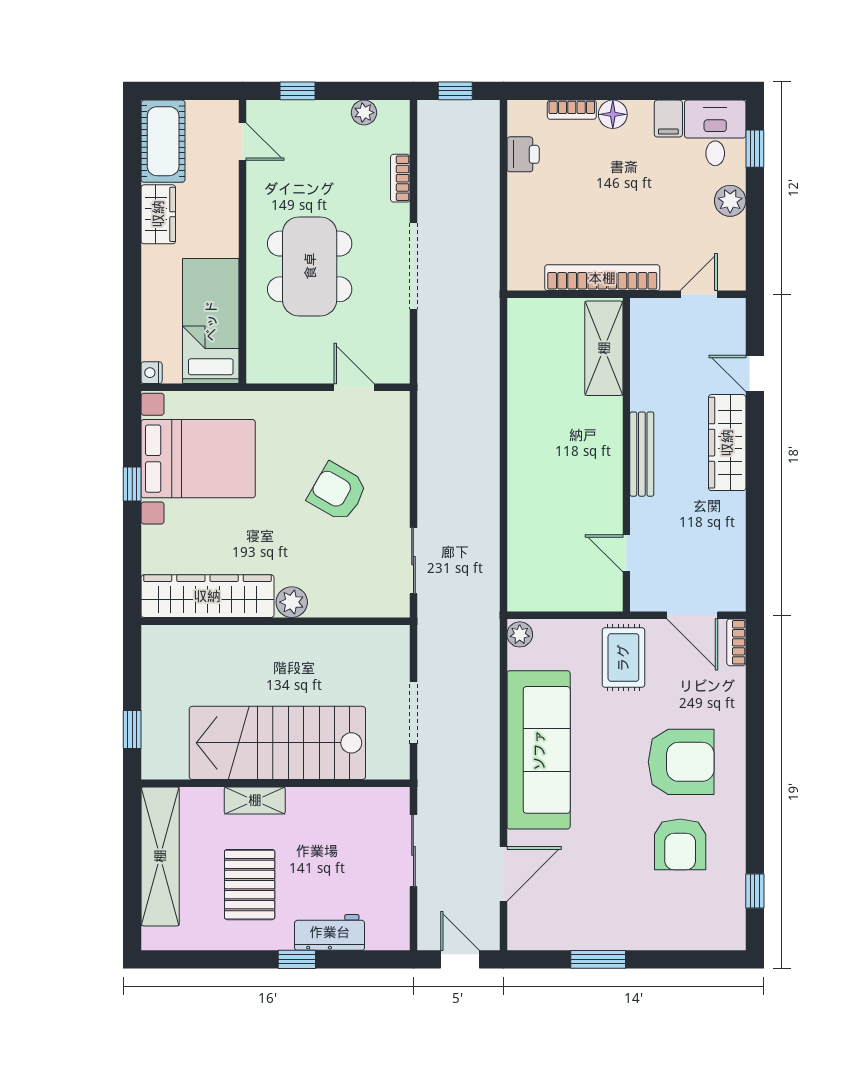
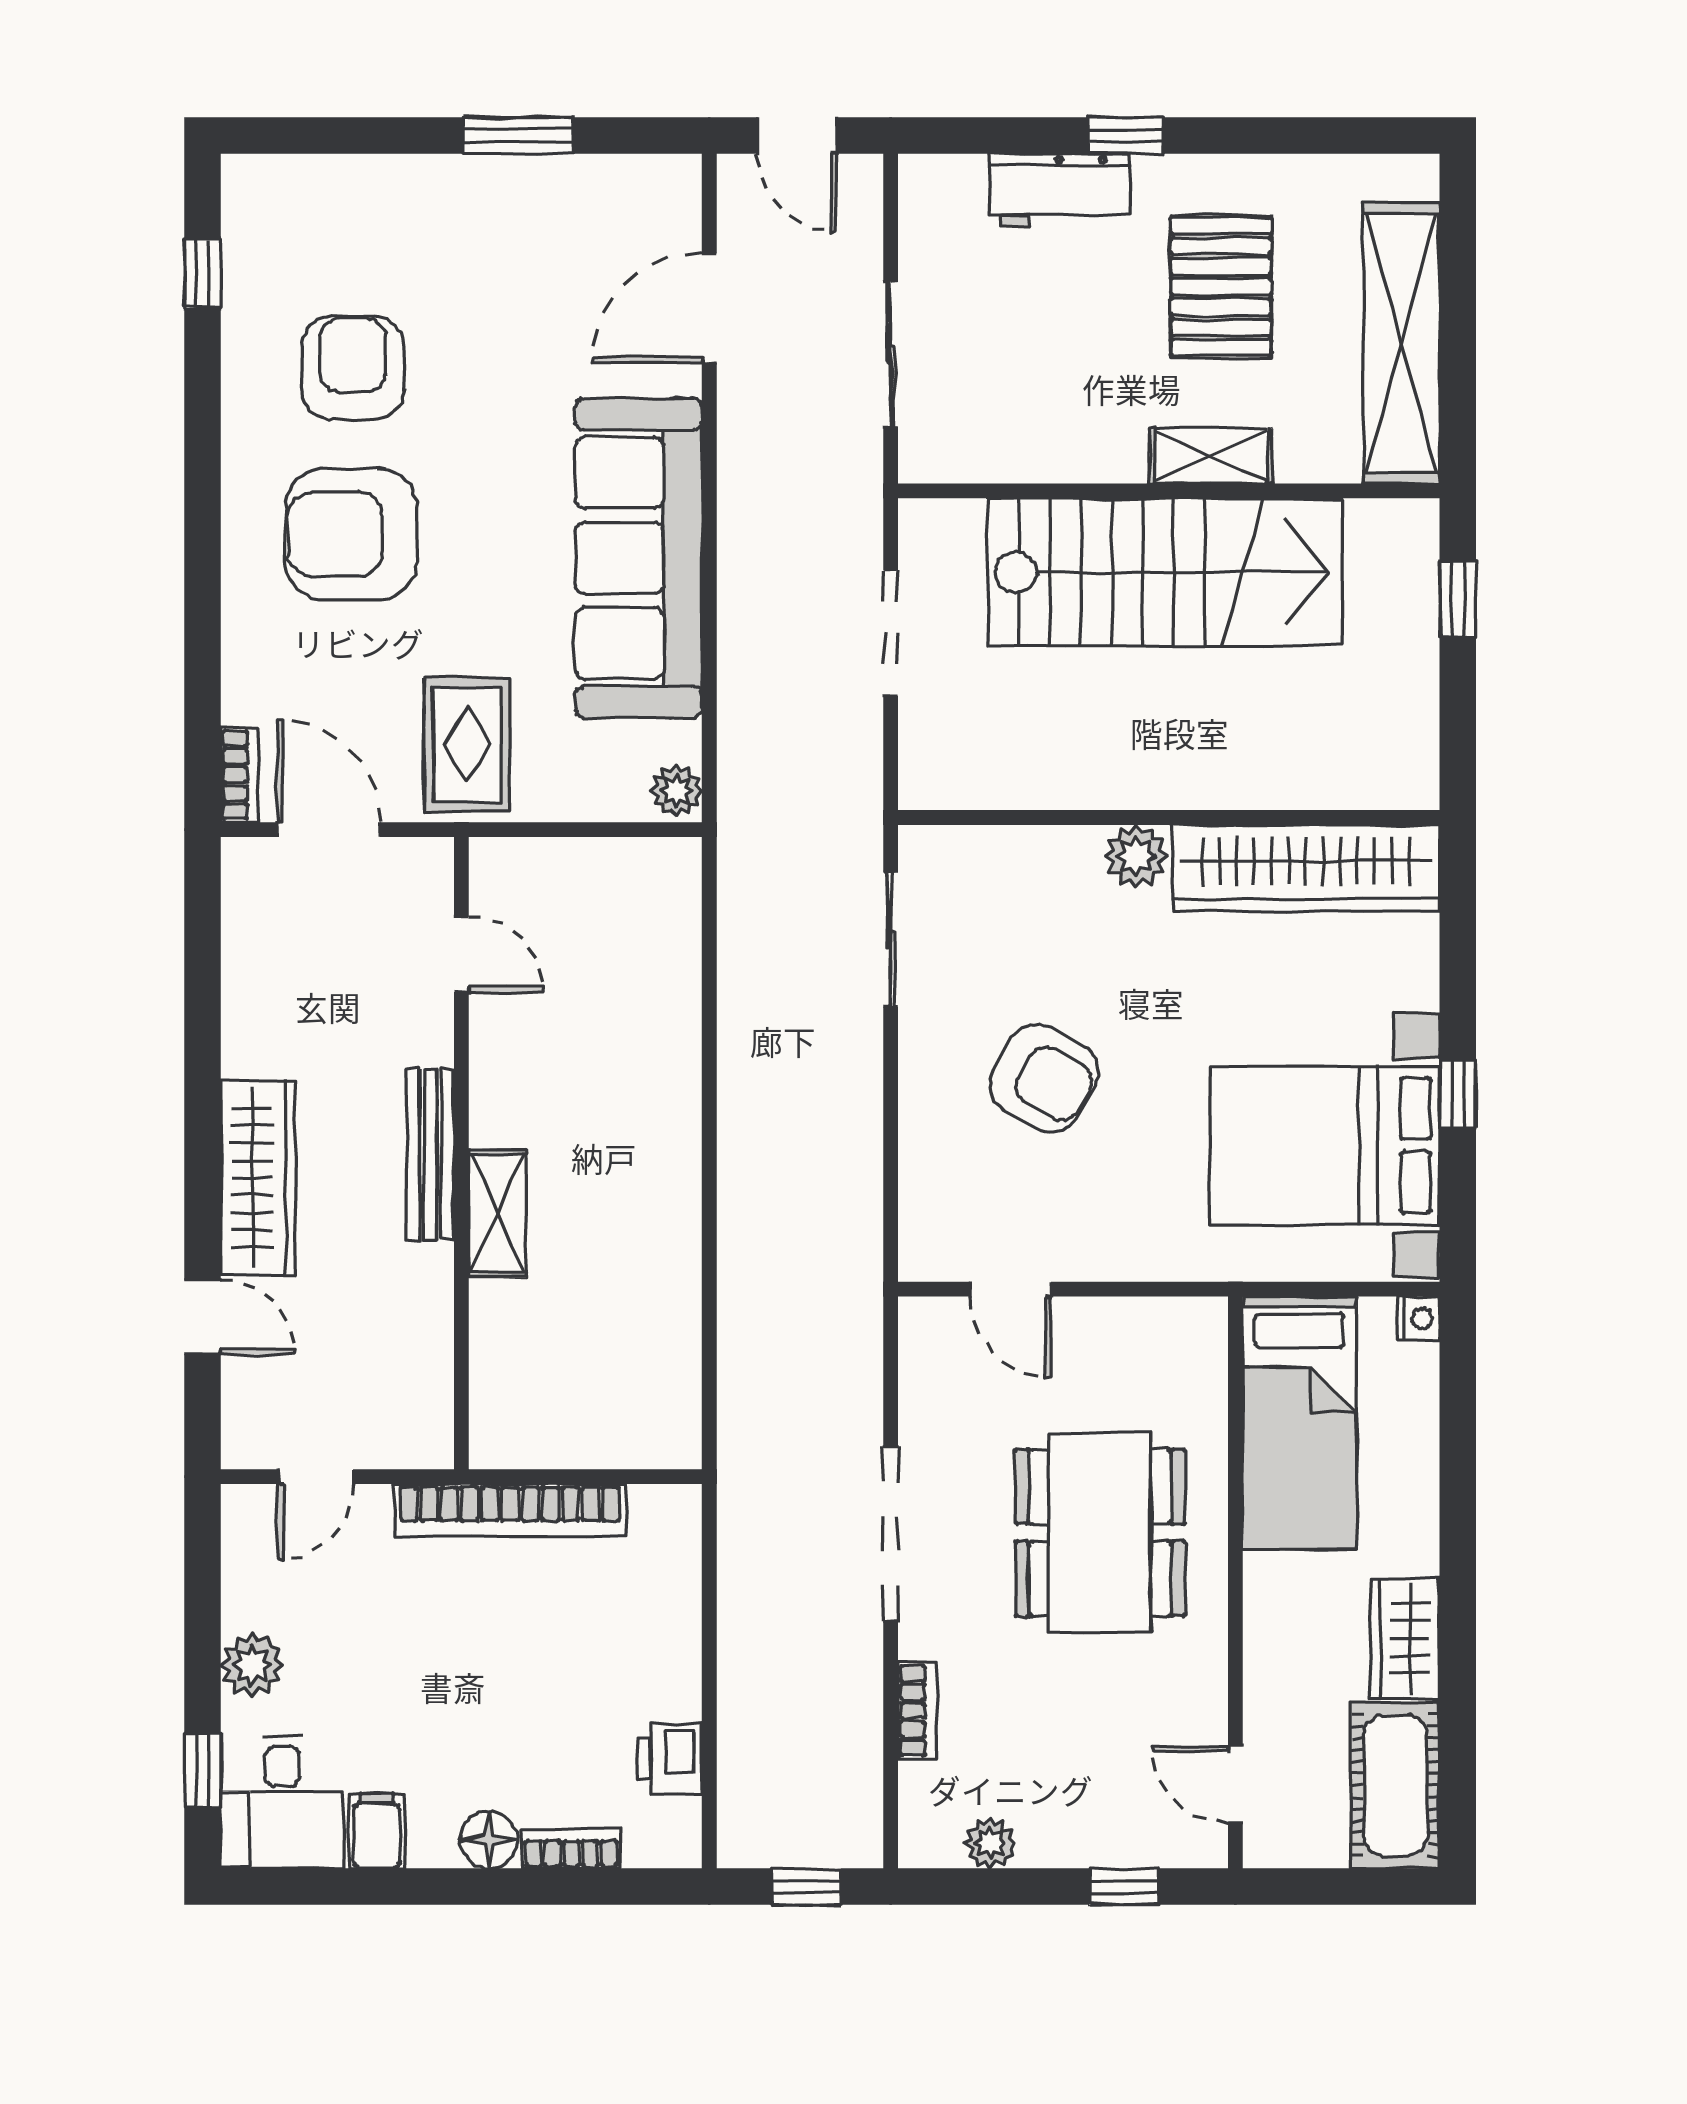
shelving: (604, 348) -> (497, 1213), moved, width x0.67, depth x0.75

